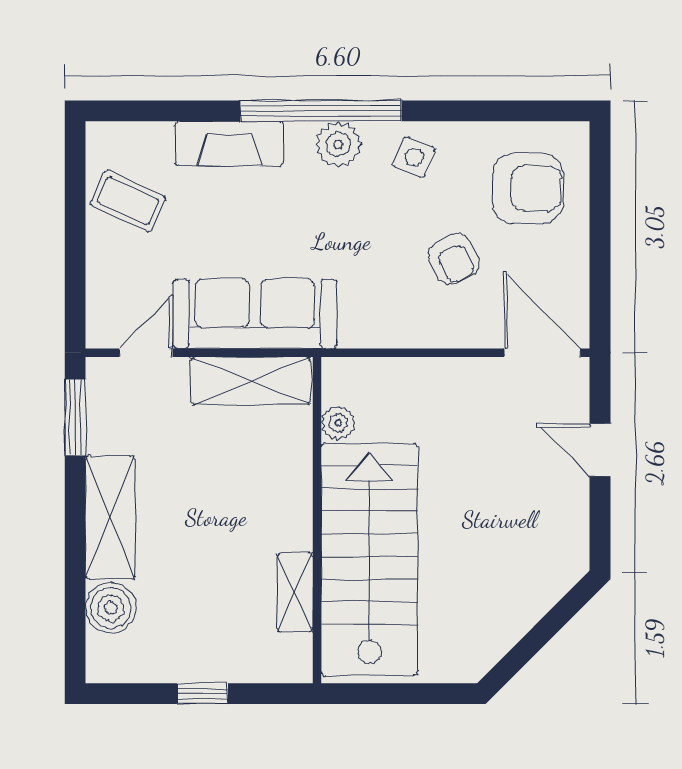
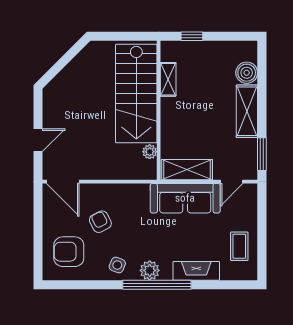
coffee table: (128, 201) -> (239, 246), turned 65
door: (600, 450) -> (38, 140), hinge flipped
window: (203, 694) -> (192, 36), moved

